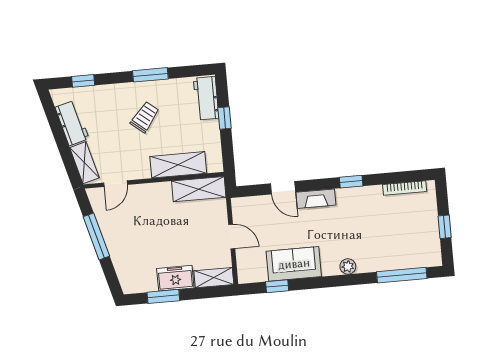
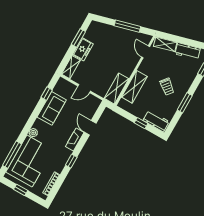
door: (283, 188) -> (90, 128), hinge flipped
corner sofa: (393, 243) -> (30, 161), added

